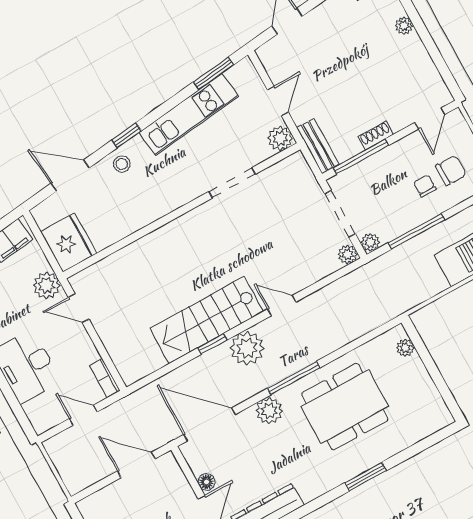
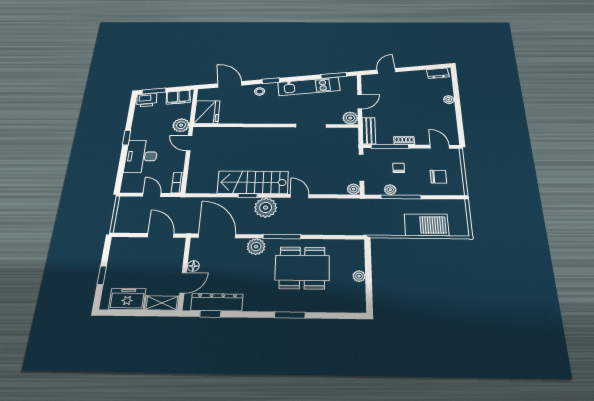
door: (430, 118) -> (440, 147), swing flipped
chair: (425, 186) -> (399, 168), moved
plant: (370, 242) -> (390, 190), moved
plant: (405, 348) -> (359, 276), moved

